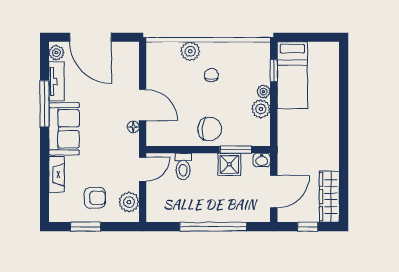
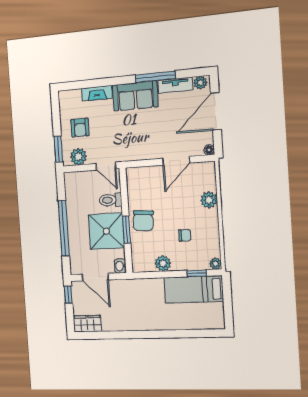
chair: (211, 75) -> (185, 235), moved
plant: (264, 92) -> (215, 264), moved
door: (143, 105) -> (176, 161), moved
floor lamp: (133, 127) -> (209, 150), moved
window: (236, 150) -> (126, 229), moved
shower: (229, 164) -> (106, 231), width x1.86, depth x1.86
wardrobe: (329, 197) -> (87, 324), width x0.67
window: (86, 227) -> (58, 149), moved
window: (308, 227) -> (68, 294), moved

